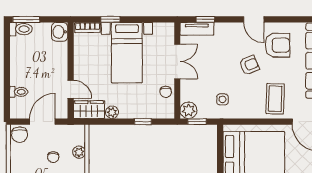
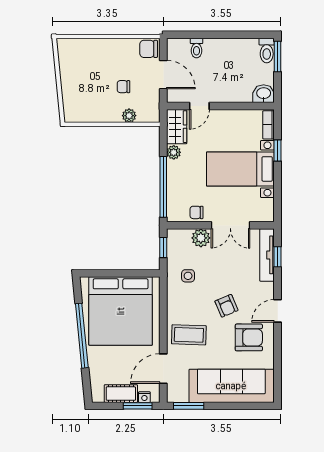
tv unit: (197, 29) -> (267, 255), width x1.41
armchair: (278, 45) -> (249, 337), turned -90
plant: (189, 110) -> (201, 238), moved
window: (143, 122) -> (163, 187), width x3.17

